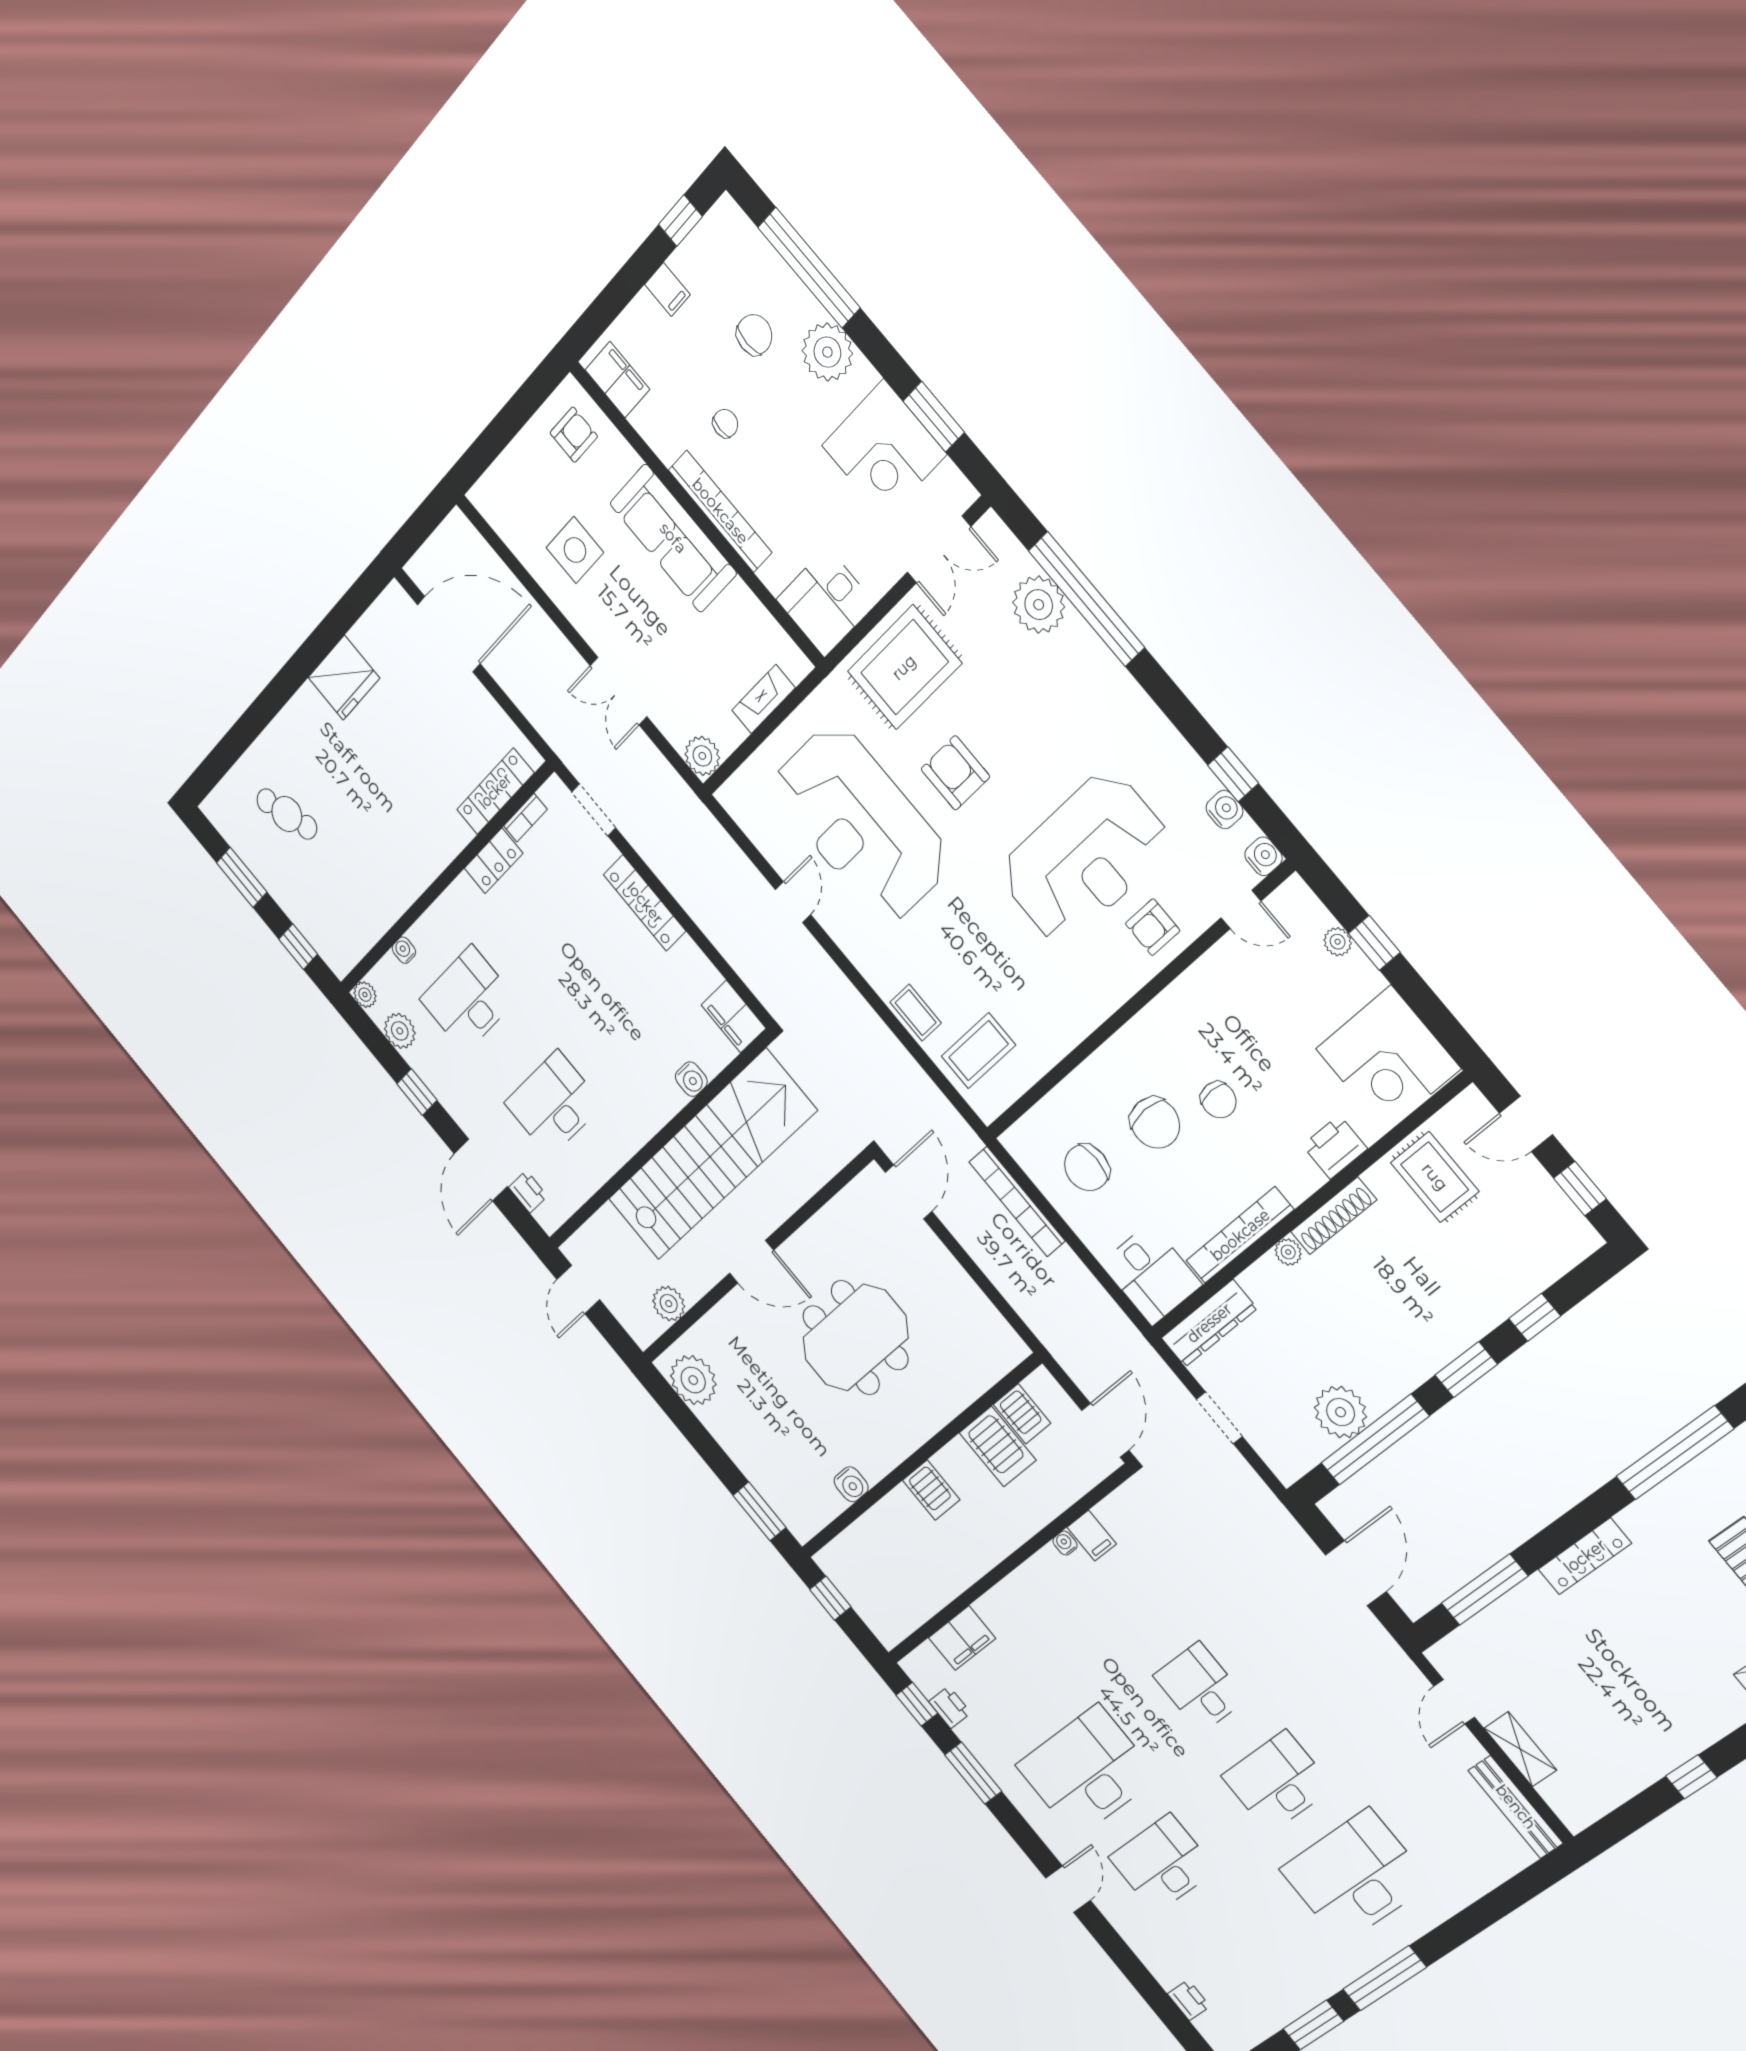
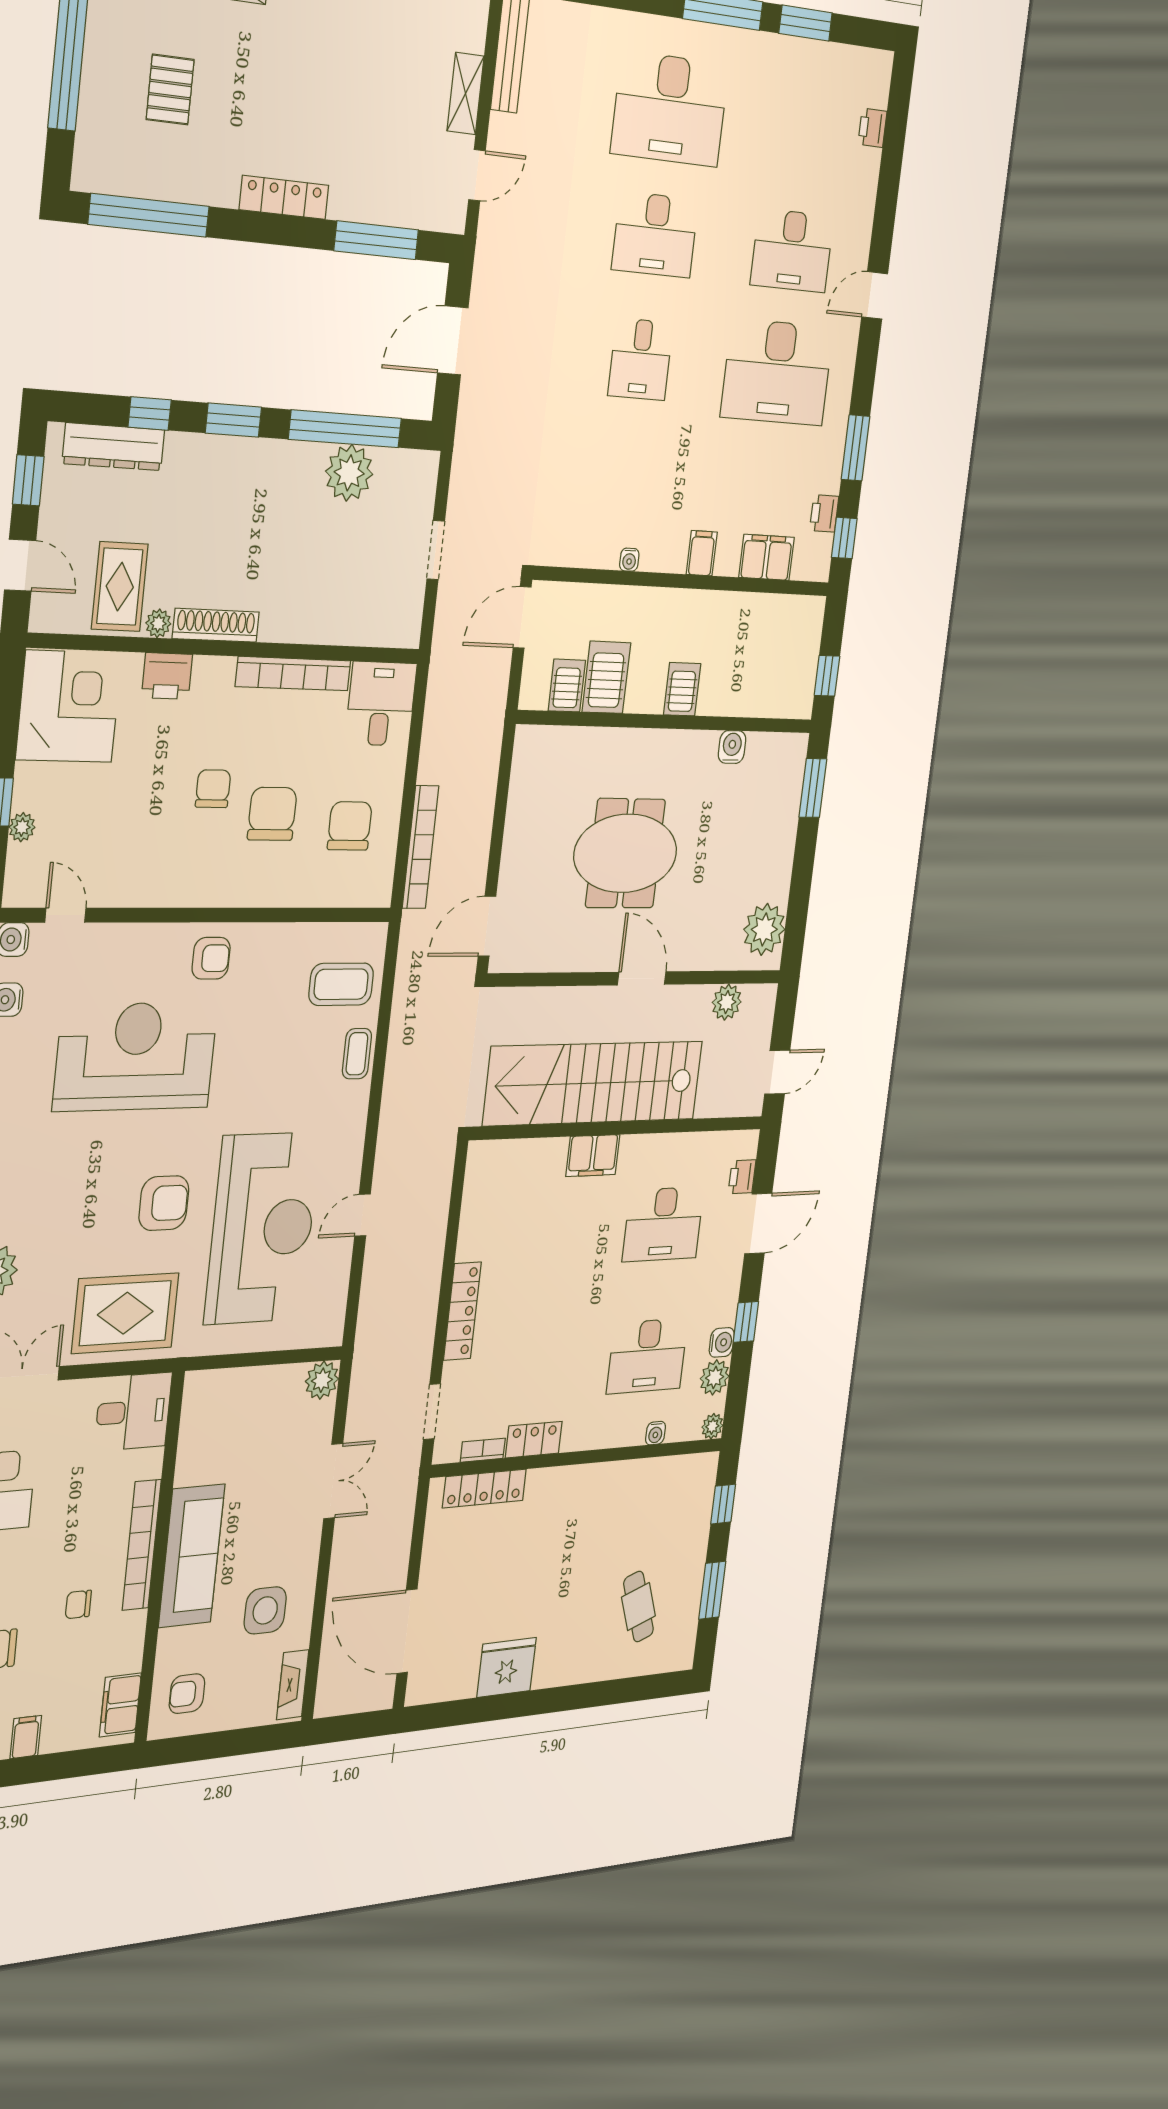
fireplace: (763, 699) -> (293, 1685), moved, turned 90
armchair: (955, 773) -> (164, 1203), turned -90
armchair: (1153, 927) -> (211, 958), moved
filing cabinet: (734, 1016) -> (593, 1156), moved, turned 90
water cooler: (691, 1079) -> (722, 1342), moved, turned 90
chair: (1087, 1168) -> (350, 826), turned -90
plant: (1288, 1252) -> (158, 623), moved
dresser: (1209, 1323) -> (114, 447), moved, turned 180
filing cabinet: (1092, 1536) -> (702, 553), moved

